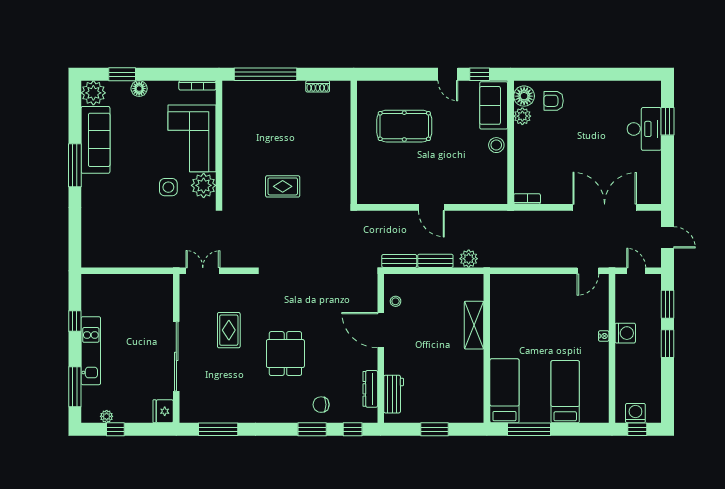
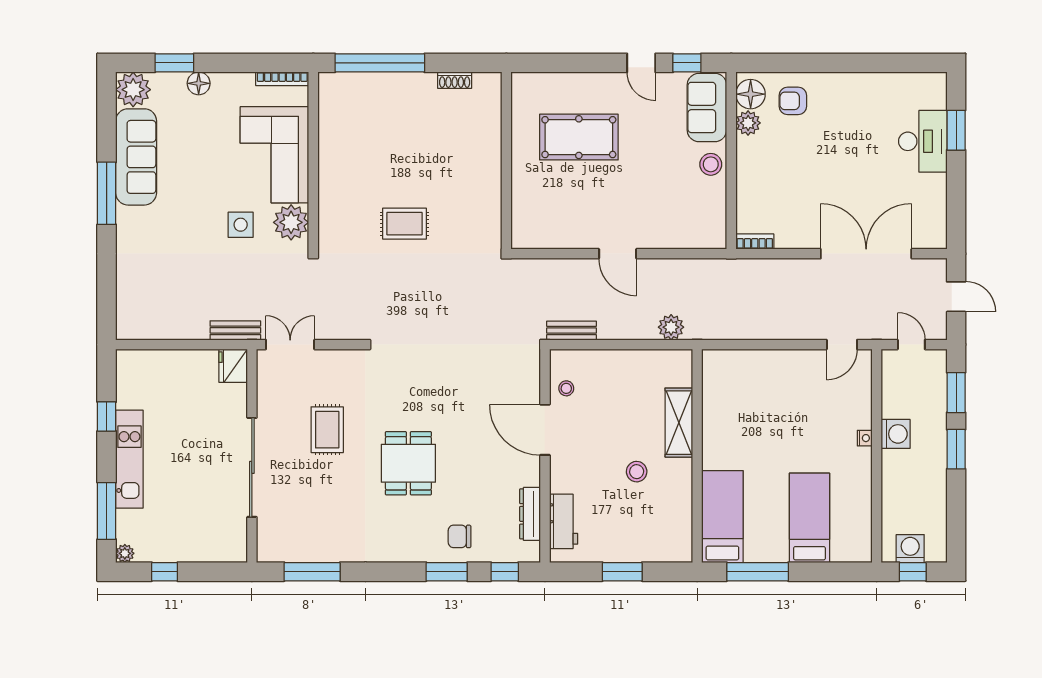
bench: (435, 261) -> (235, 330), moved
stool: (445, 359) -> (637, 472), added
fridge: (163, 411) -> (233, 366), moved
plant: (107, 416) -> (125, 553), moved

